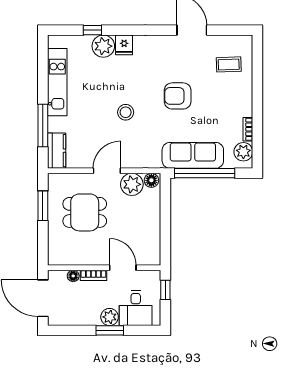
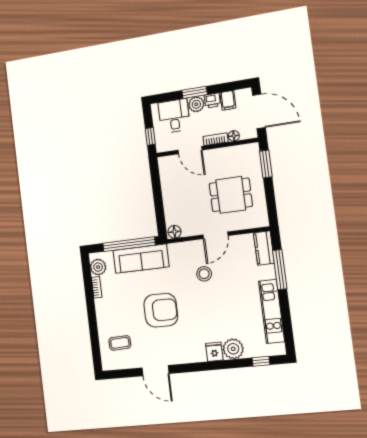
window: (92, 30) -> (261, 361), moved
armchair: (178, 96) -> (161, 310), width x1.36, depth x1.36
stool: (126, 112) -> (204, 274), moved
plant: (132, 184) -> (191, 226), removed
window: (43, 206) -> (266, 164), moved
filing cabinet: (75, 316) -> (228, 100), added
printer: (91, 318) -> (212, 100), added

